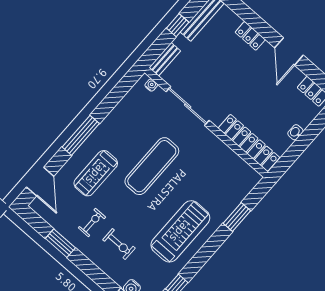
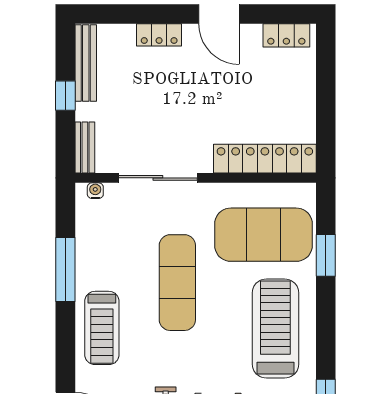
washbasin: (295, 132) -> (307, 100), removed
window: (81, 135) -> (65, 269), moved
treadmill: (96, 173) -> (102, 328), moved
exercise mat: (215, 180) -> (263, 235), added

